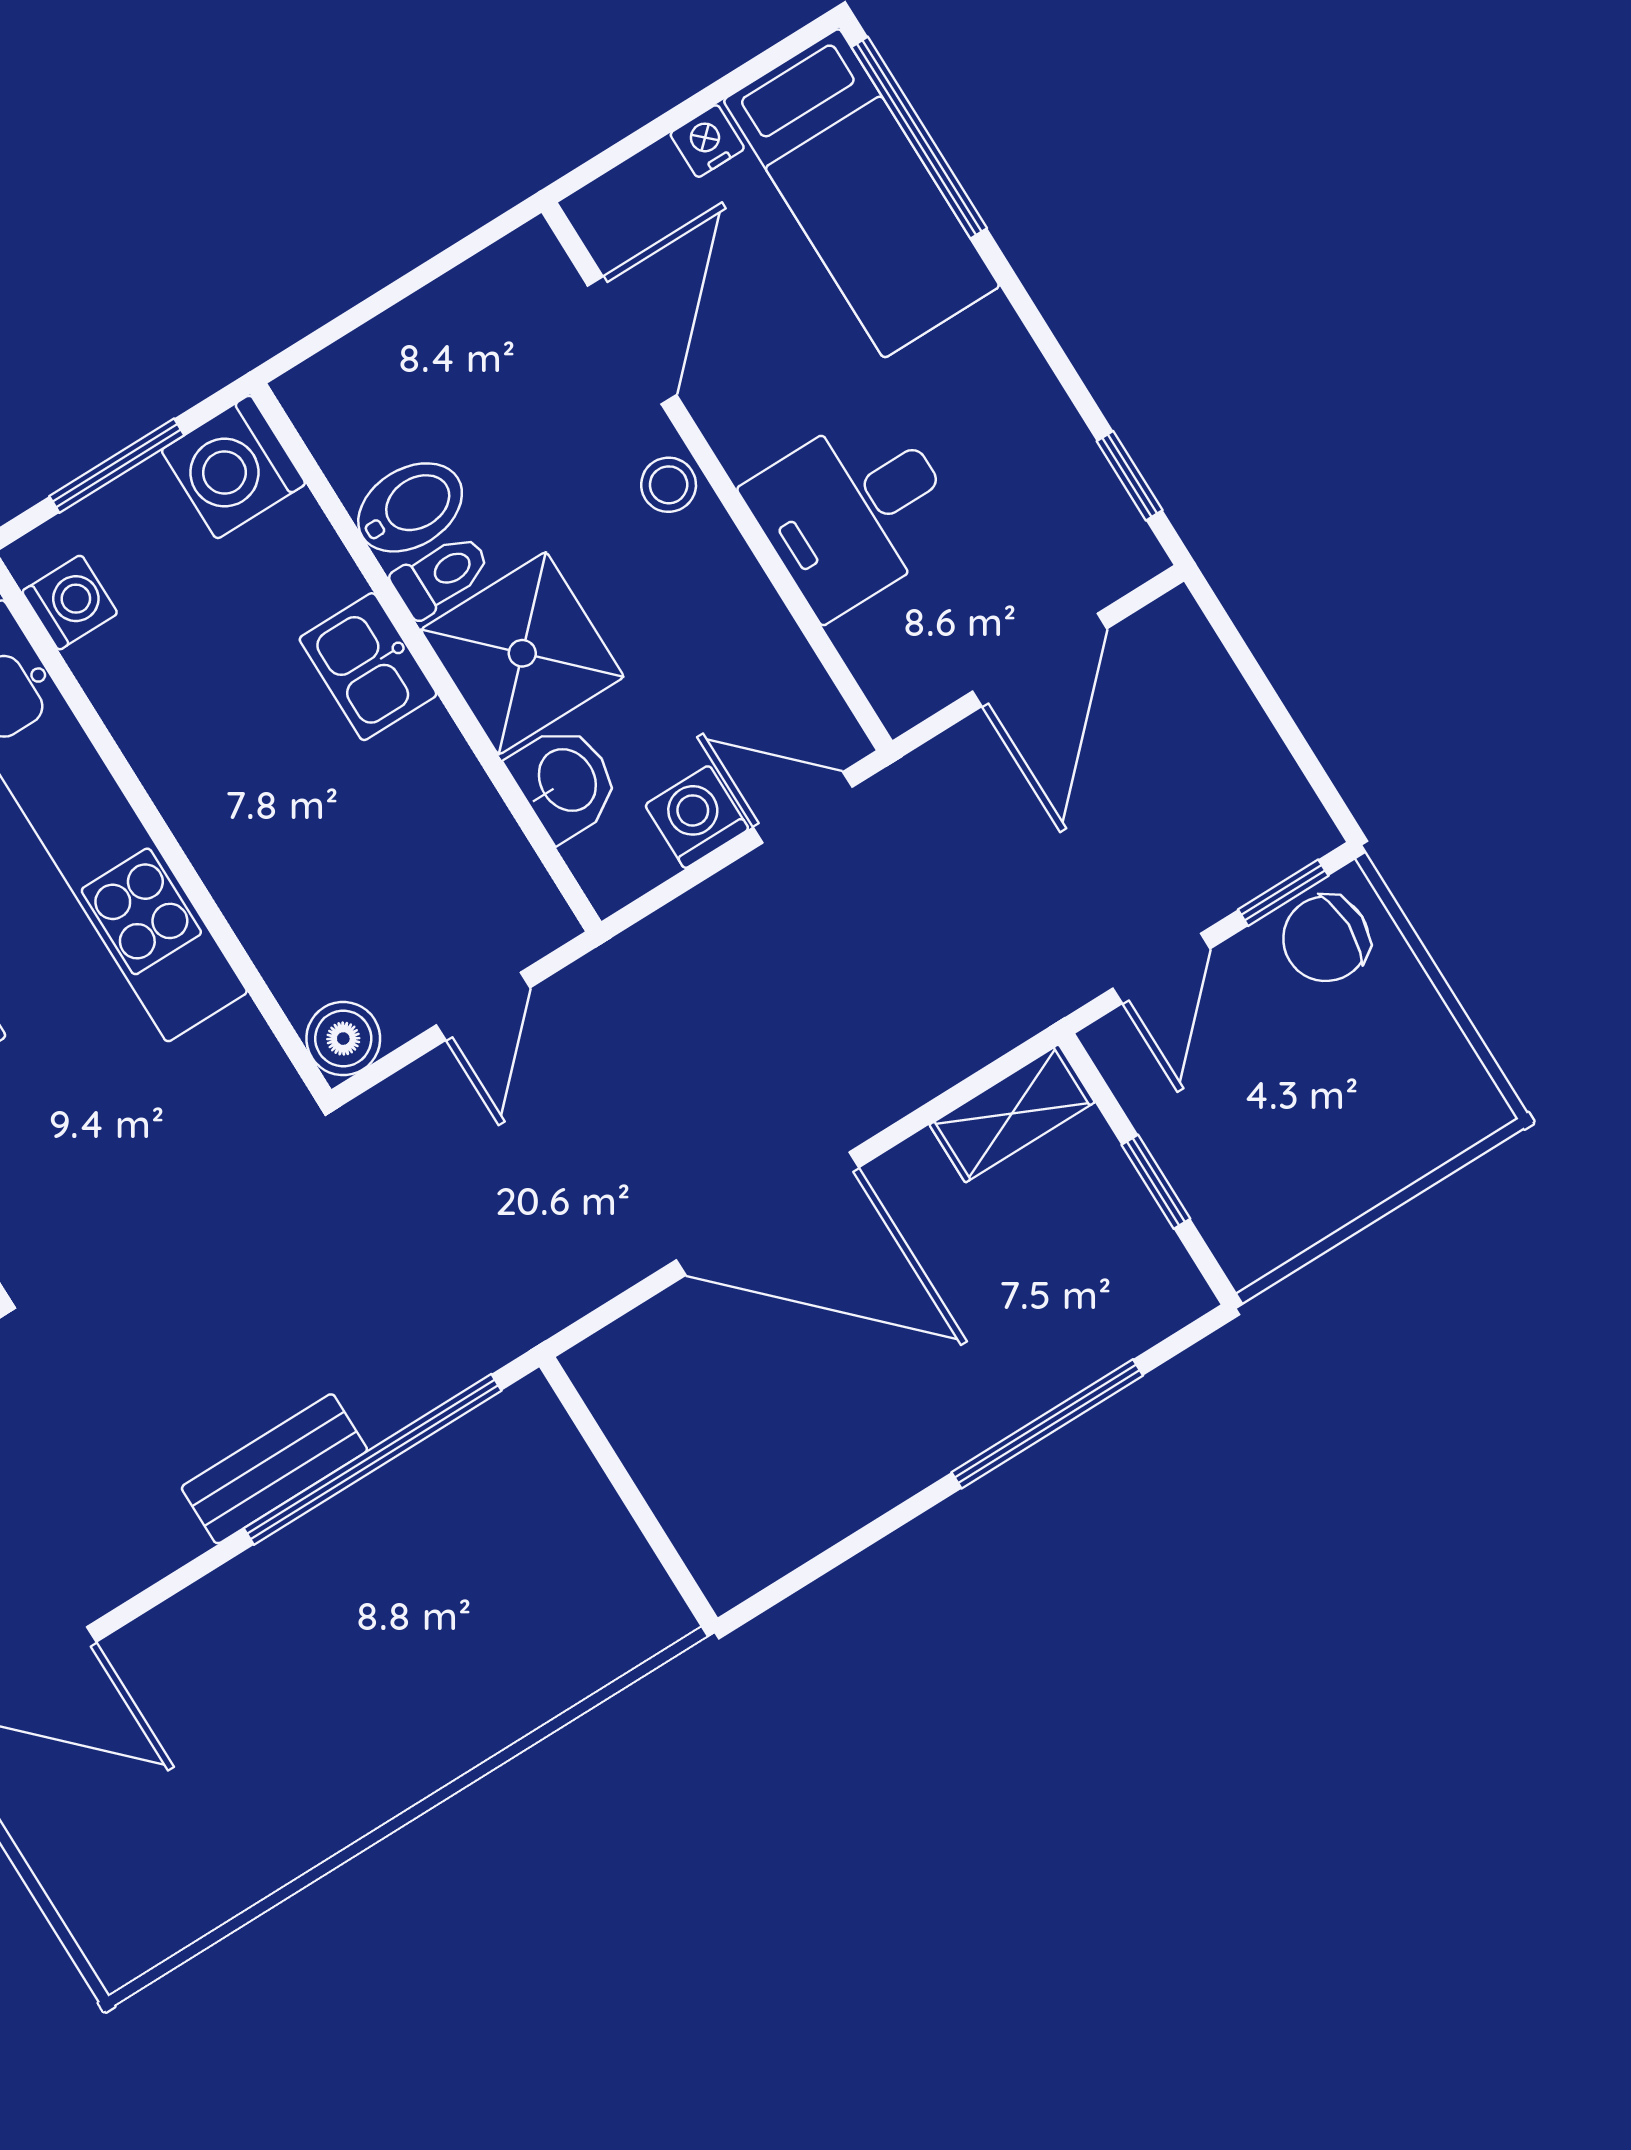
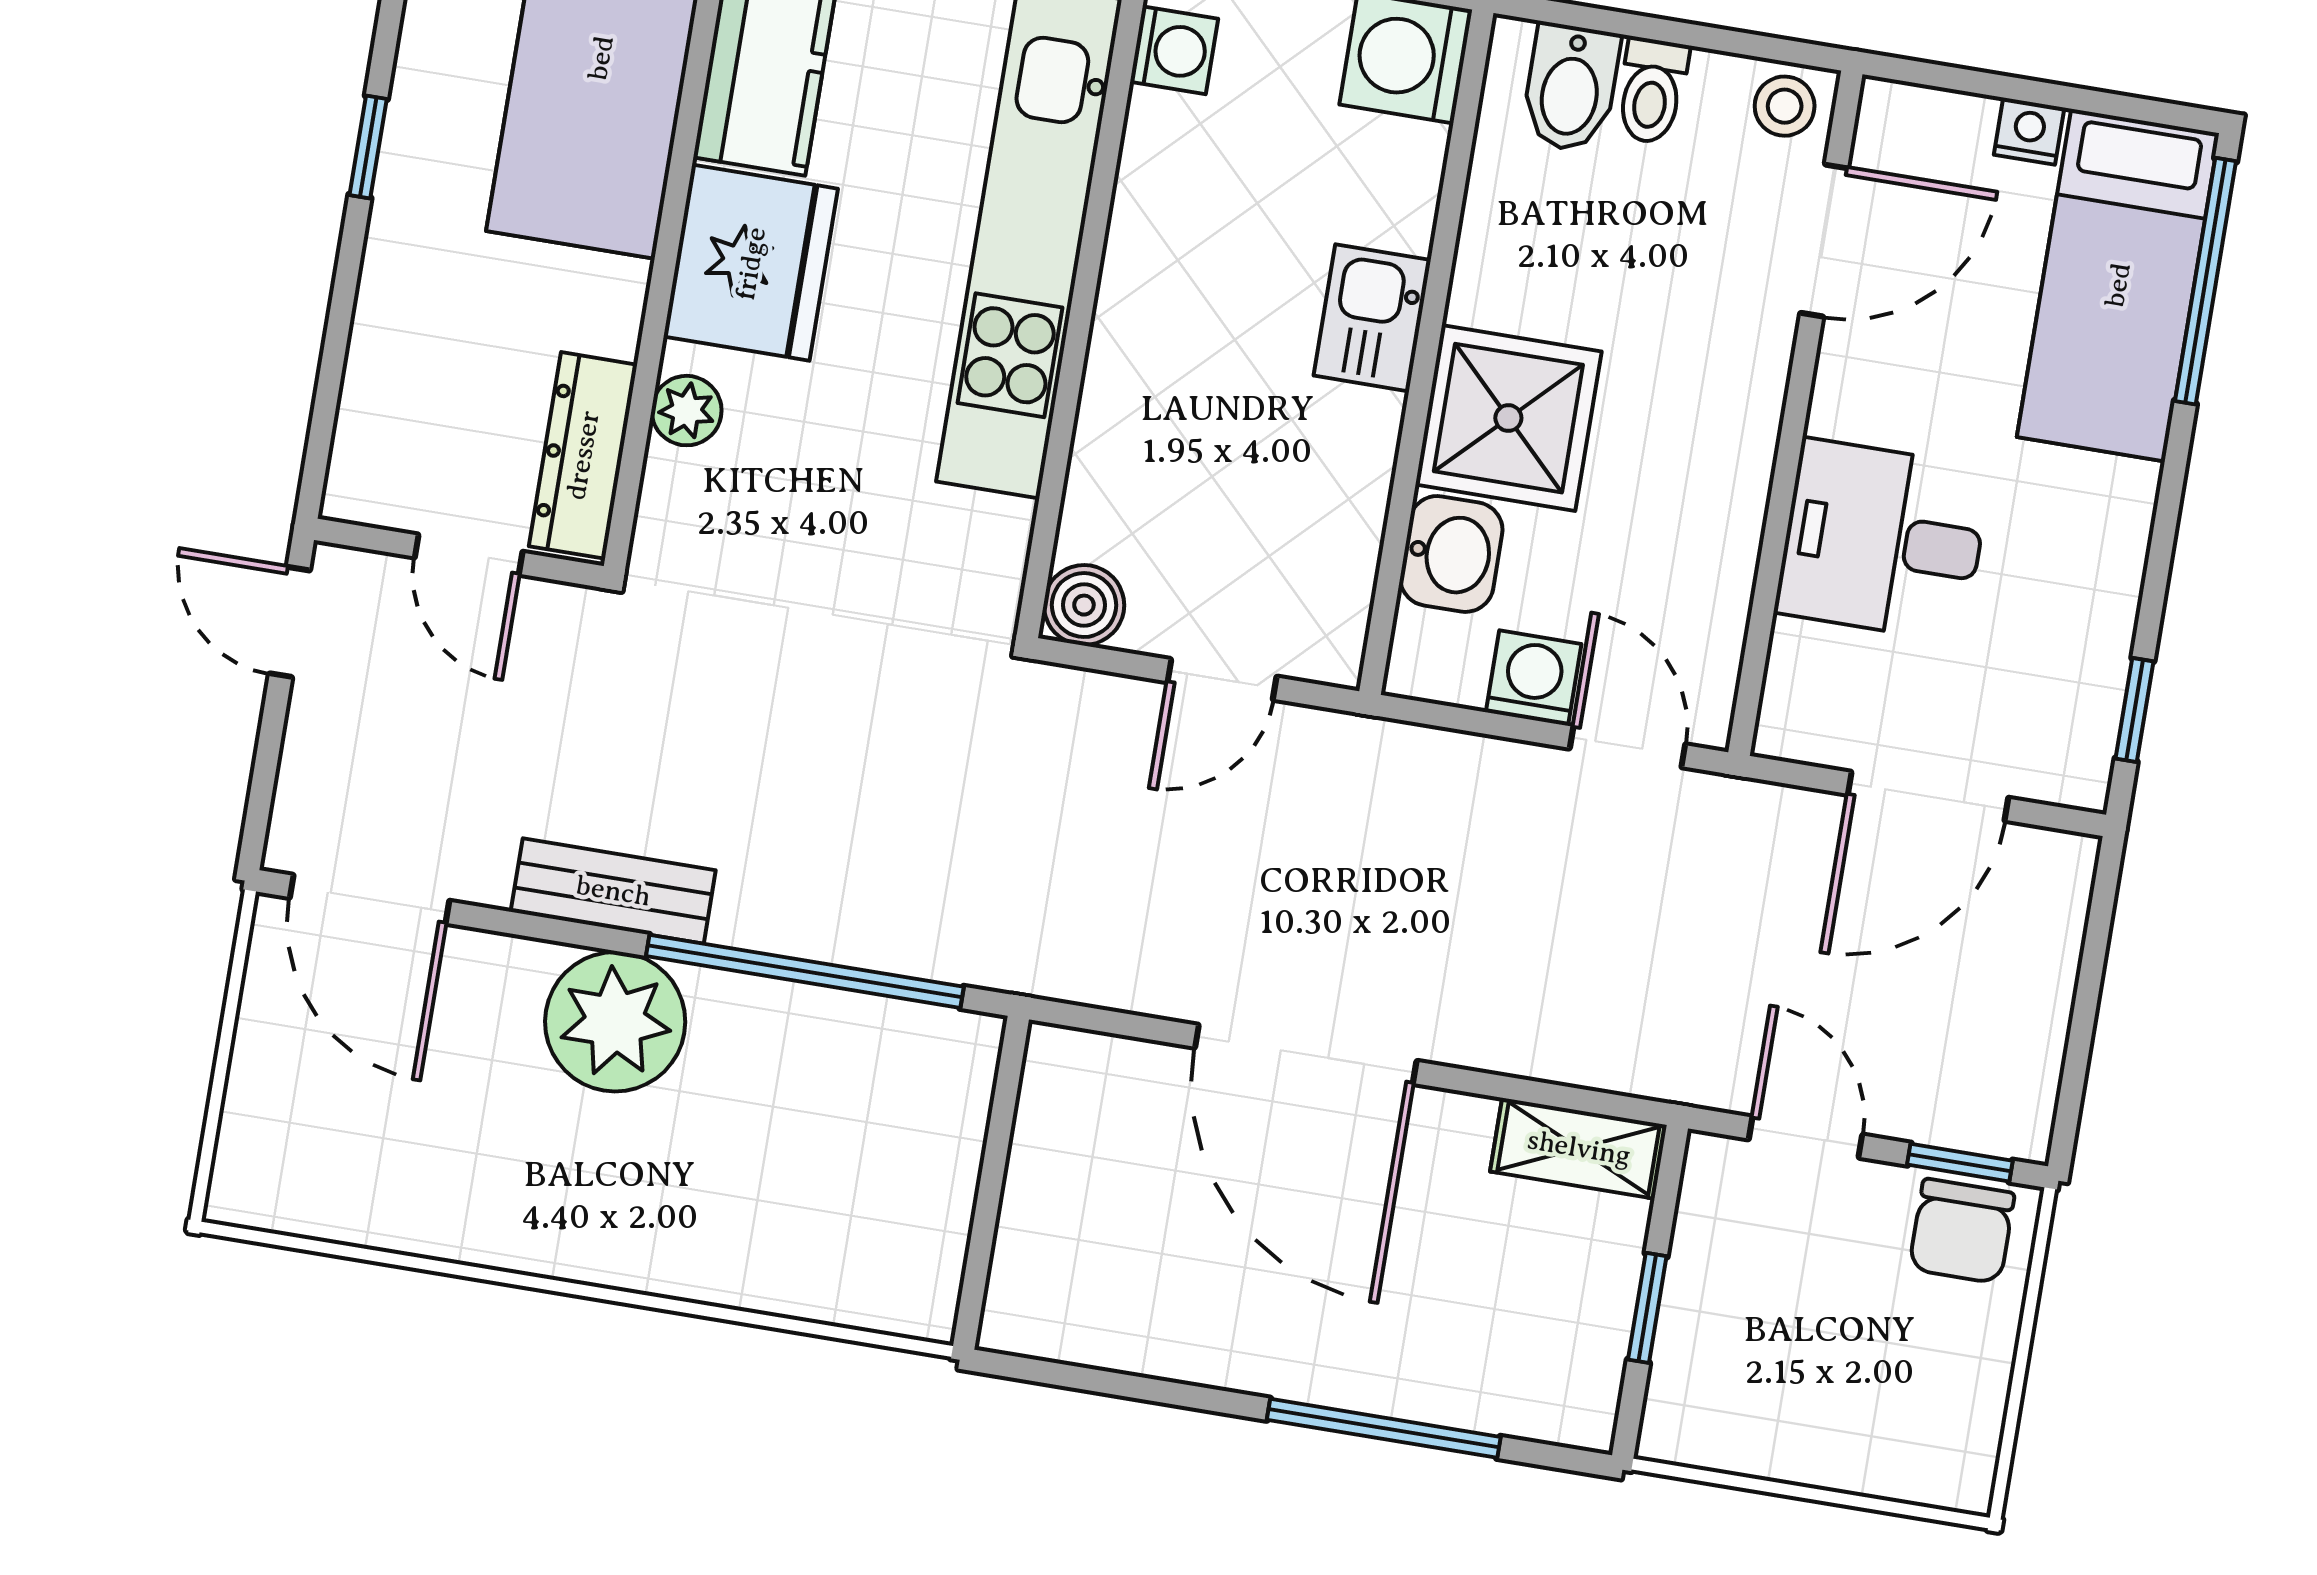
stool: (669, 485) -> (1785, 106), moved
bidet: (410, 507) -> (1571, 88), moved, turned 90
toilet: (441, 575) -> (1652, 91), moved, turned 90
chair: (1326, 939) -> (1962, 1231), turned -90
door: (1161, 968) -> (1806, 1137), swing flipped
bench: (274, 1469) -> (613, 891), moved
plant: (273, 1609) -> (615, 1022), added

